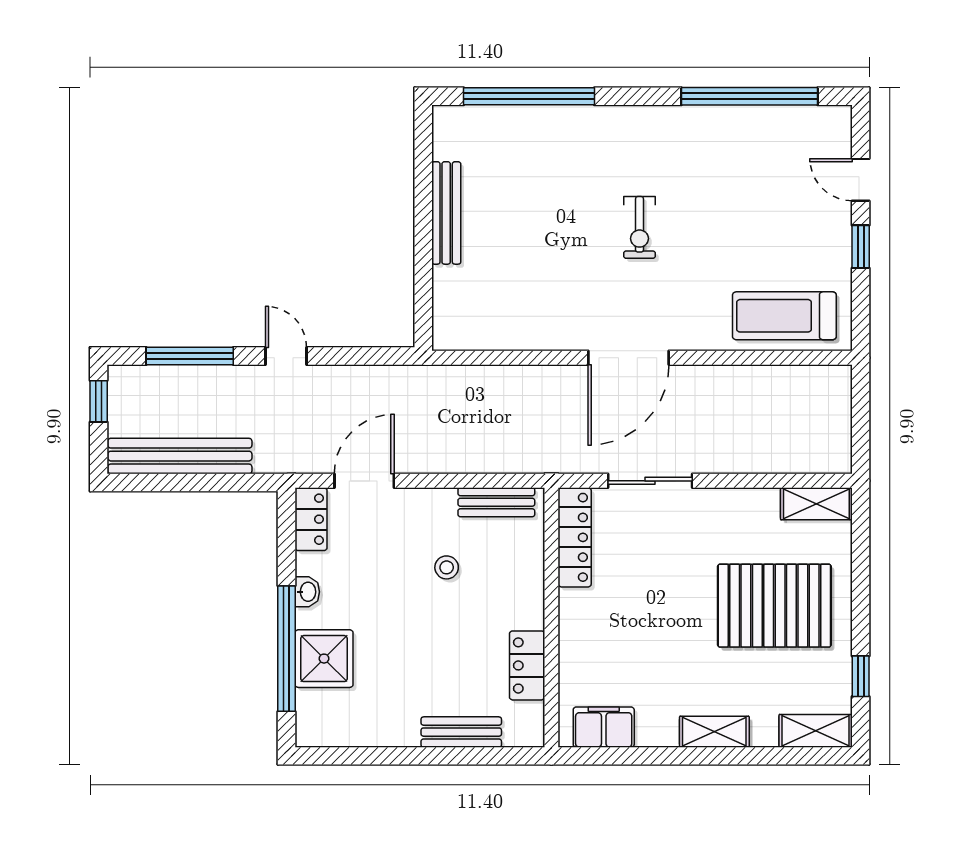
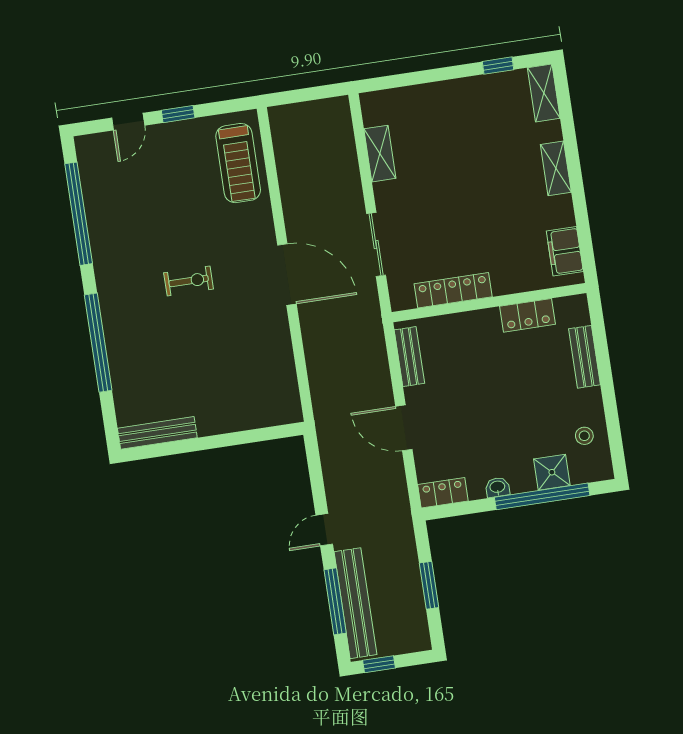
window: (529, 96) -> (98, 343), moved
bench: (446, 213) -> (157, 433), moved
bench: (180, 456) -> (355, 603), moved
door: (364, 481) -> (404, 428), moved
window: (192, 482) -> (429, 585), added
shelving: (816, 504) -> (380, 154), moved
locker: (575, 537) -> (453, 290), moved
stool: (447, 567) -> (584, 436), moved
pallet: (774, 606) -> (455, 138), removed
shower: (324, 659) -> (552, 472), width x0.73, depth x0.73

